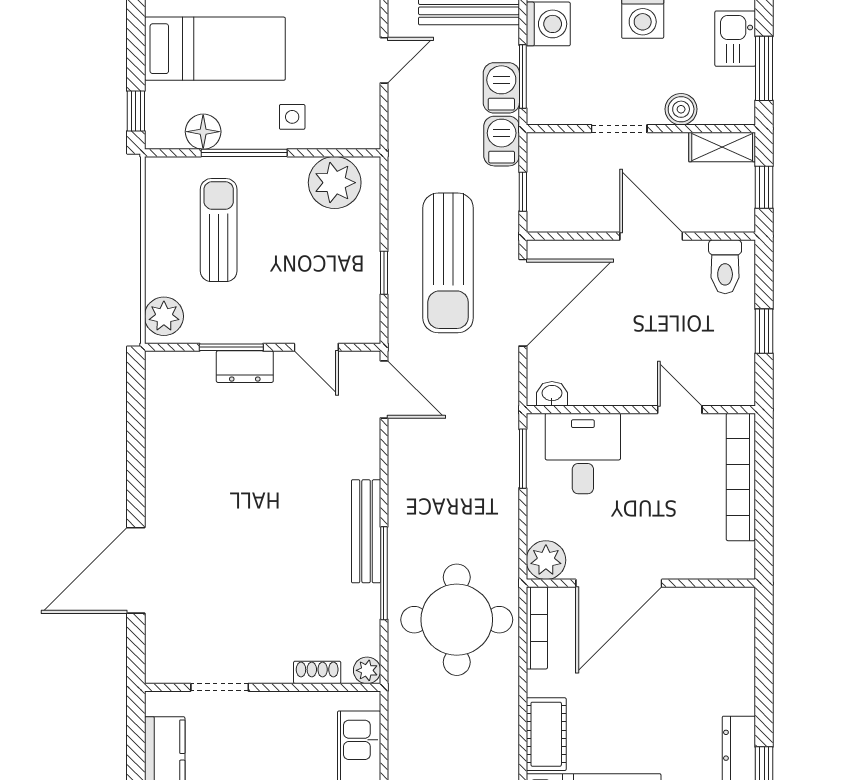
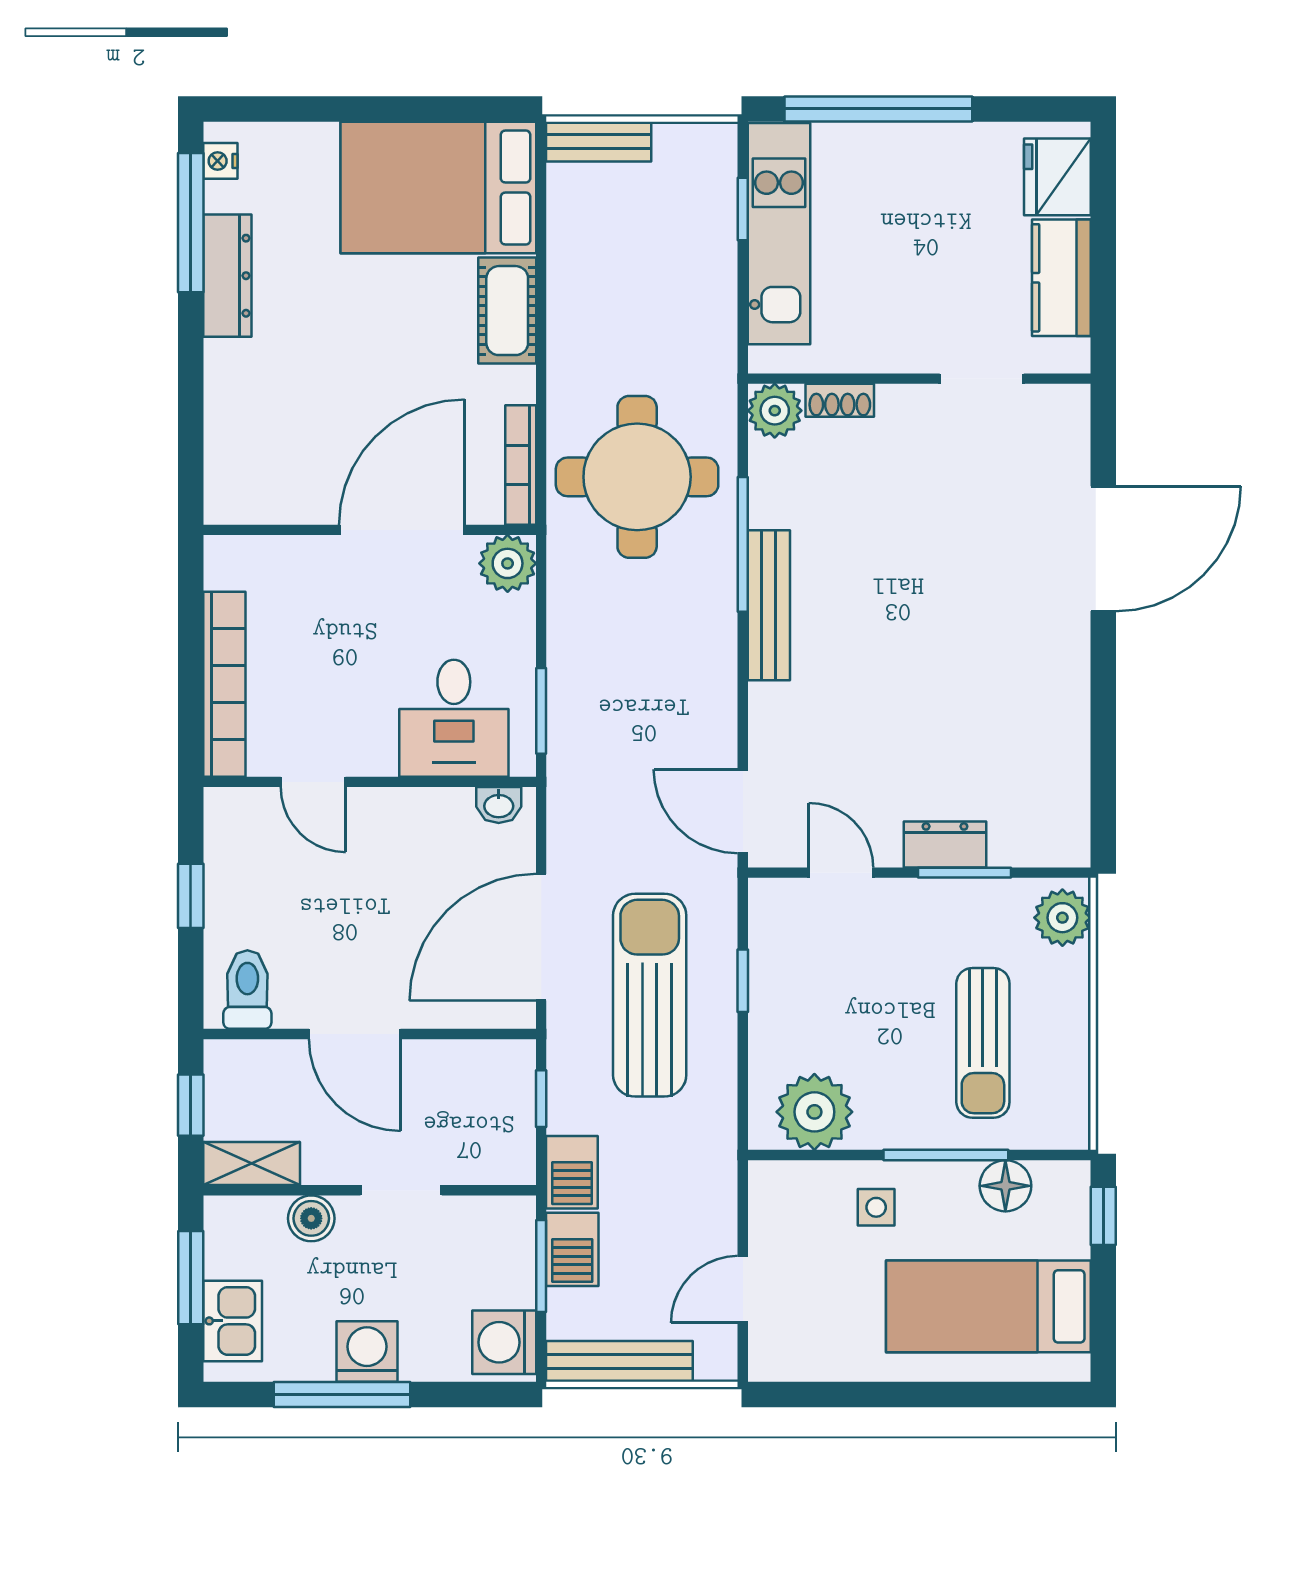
plant: (367, 670) -> (775, 411), width x1.38, depth x1.38

